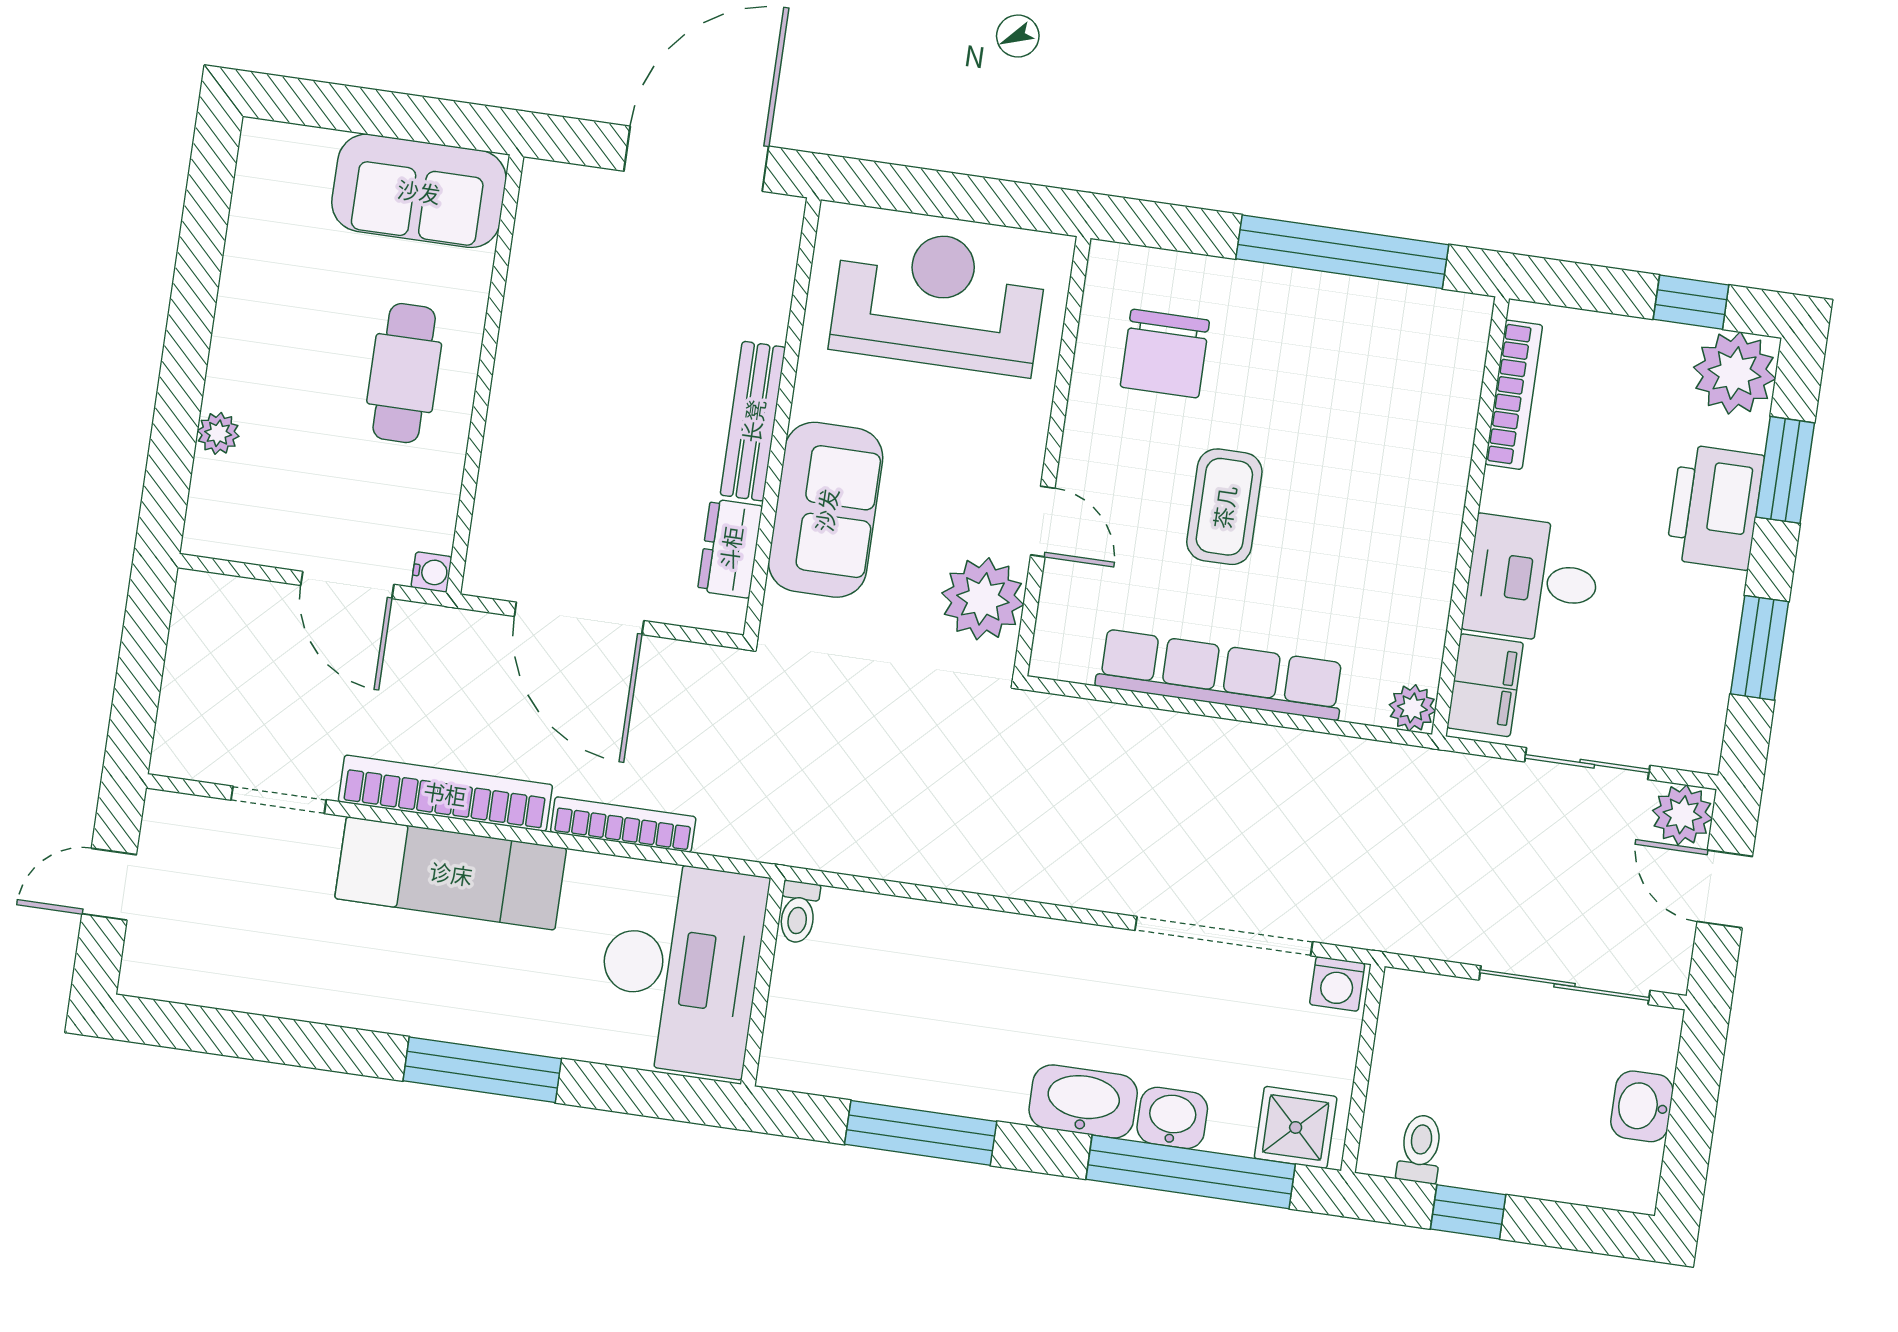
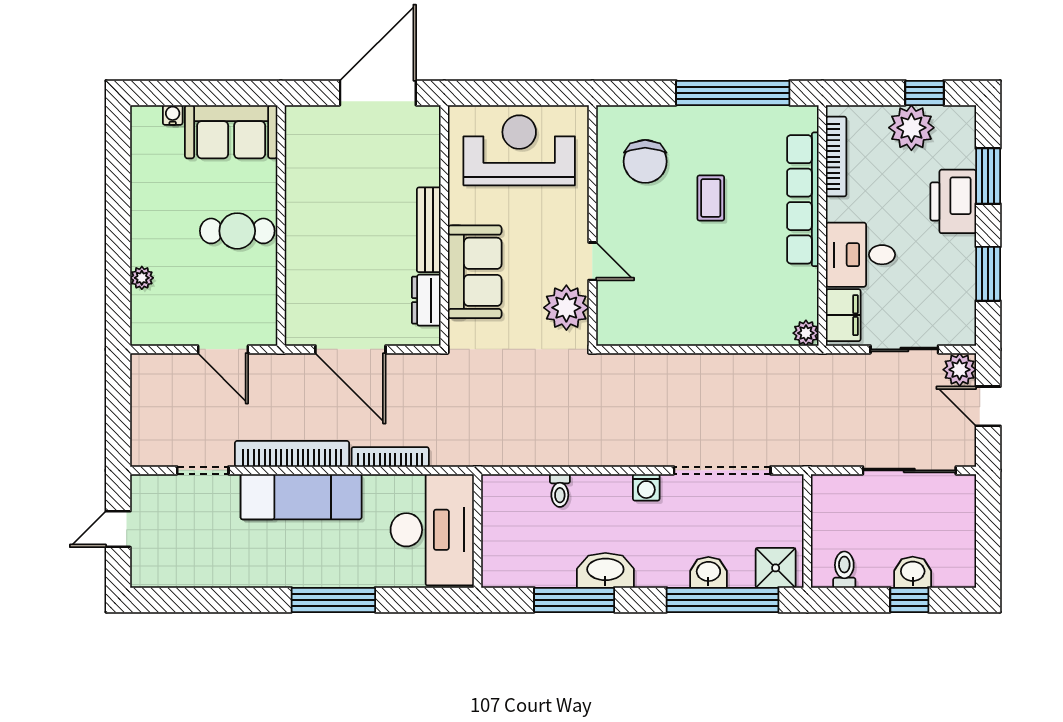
cafe table: (404, 373) -> (237, 231), turned 90
plant: (1735, 373) -> (911, 128), moved
coffee table: (1224, 507) -> (711, 198), moved, width x0.73, depth x0.77
water cooler: (431, 572) -> (173, 115), moved, turned -90
row of seats: (1220, 675) -> (803, 199), moved, turned -90
toilet: (798, 912) -> (560, 491), moved
washing machine: (1337, 984) -> (646, 487), moved
washbasin: (1083, 1101) -> (605, 570), moved
washbasin: (1642, 1106) -> (913, 572), moved, turned 90
window: (1468, 1212) -> (909, 600), moved

